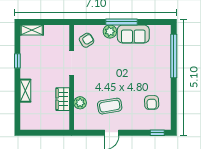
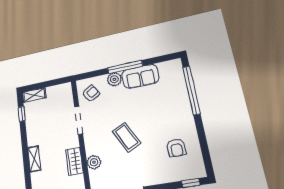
window: (17, 61) -> (22, 114), moved
coffee table: (110, 106) -> (126, 137), moved, turned 73

